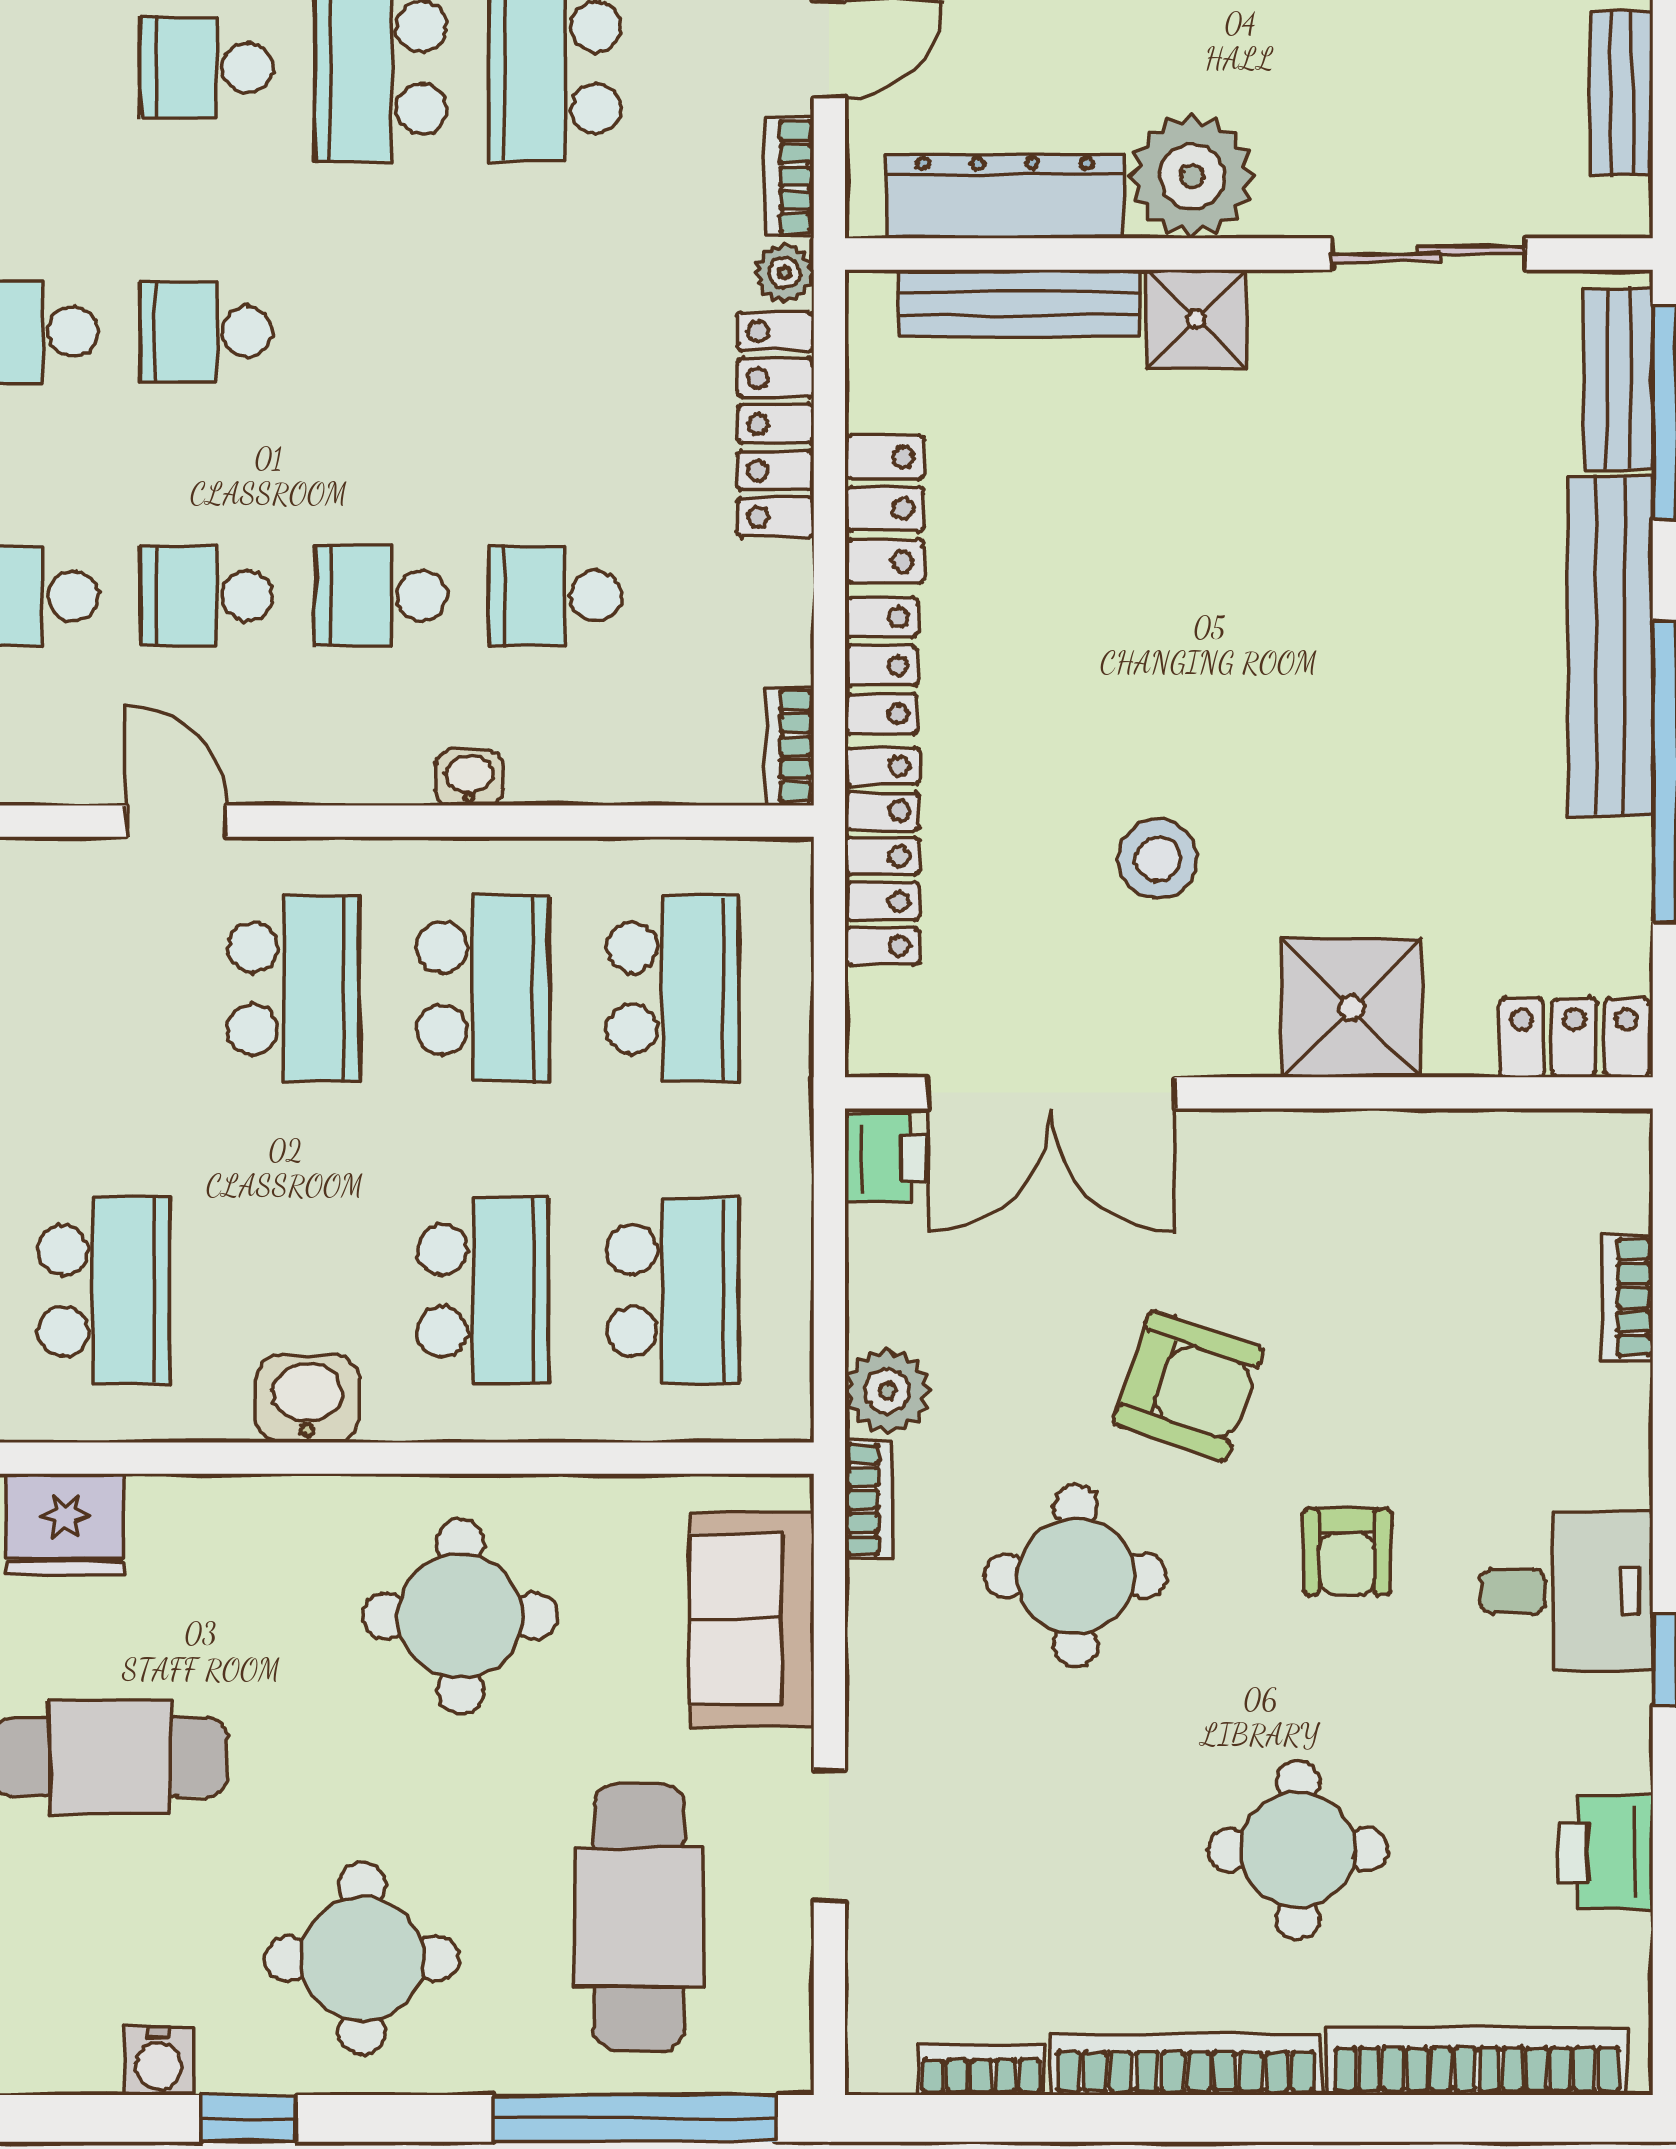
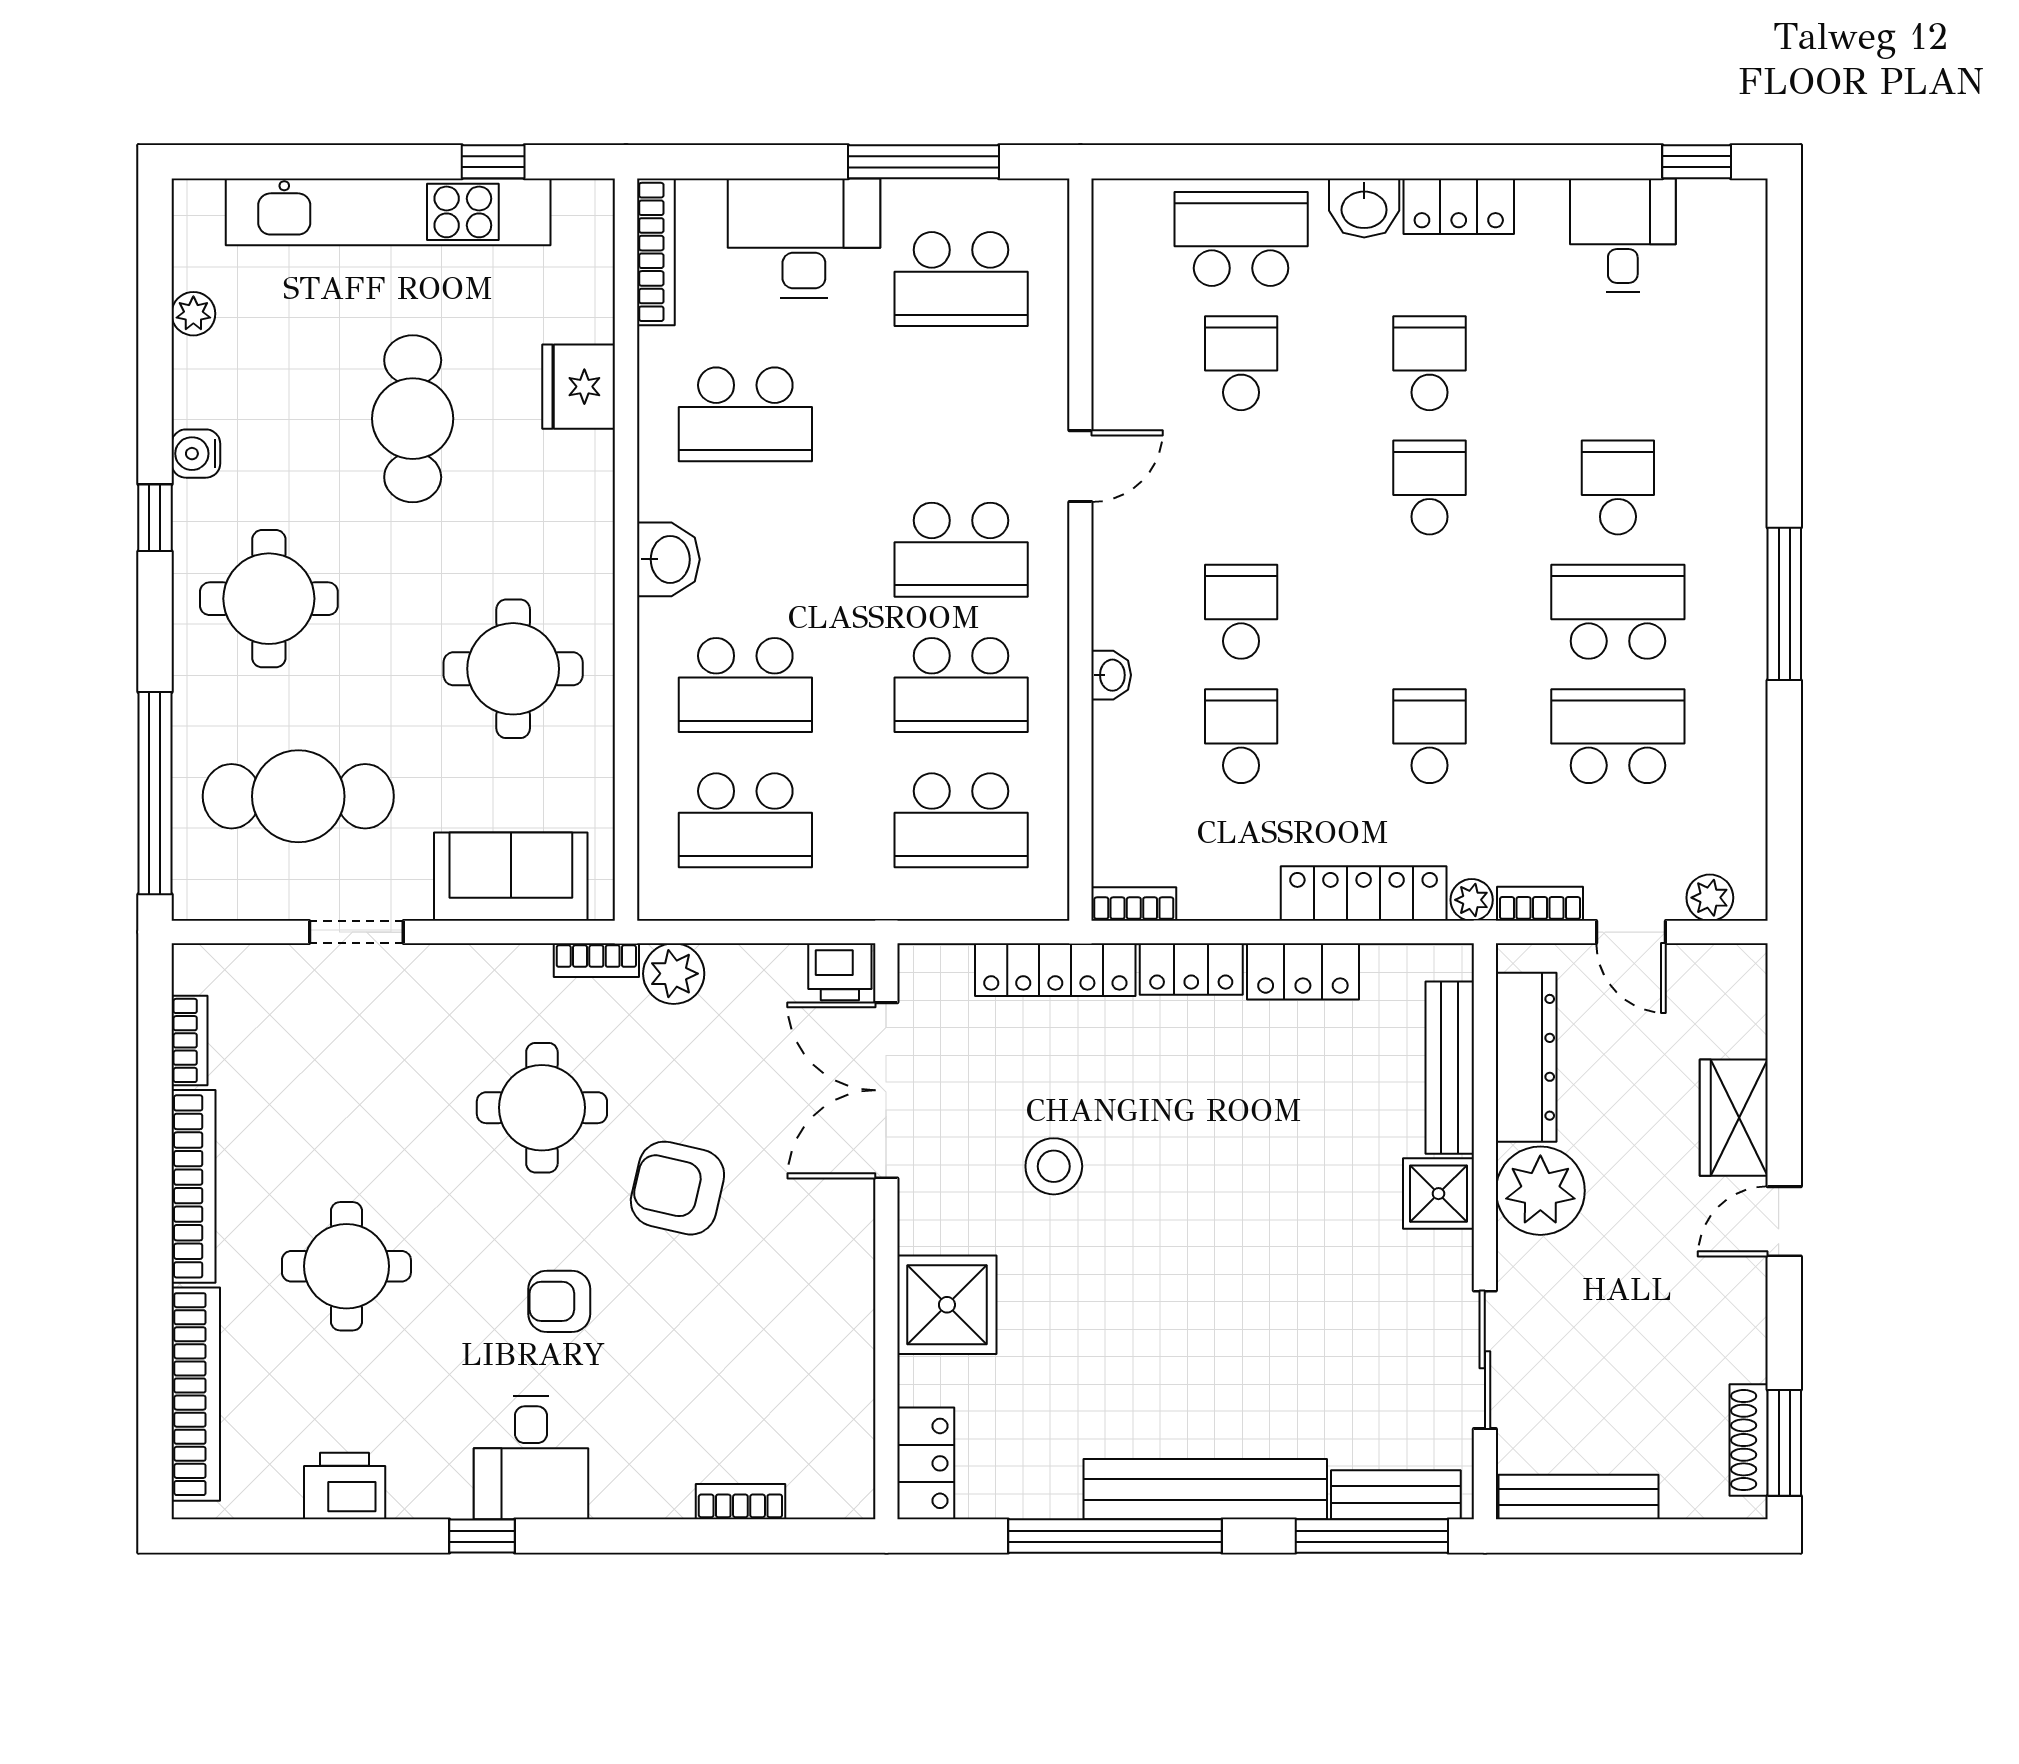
bench: (1621, 93) -> (1579, 1497), width x1.36
school desk: (206, 596) -> (1429, 736), moved
armchair: (1188, 1386) -> (677, 1188), turned 84

